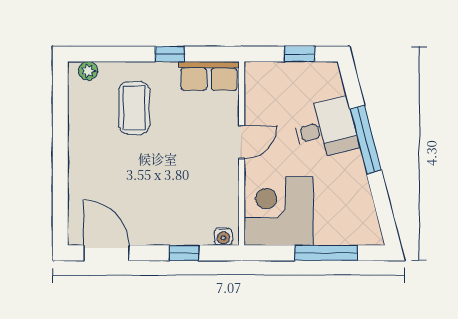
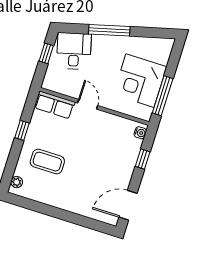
row of seats: (209, 76) -> (55, 105), moved, turned 90
desk: (325, 129) -> (74, 51), moved
corner desk: (279, 211) -> (140, 81), moved
window: (326, 253) -> (163, 96), moved

